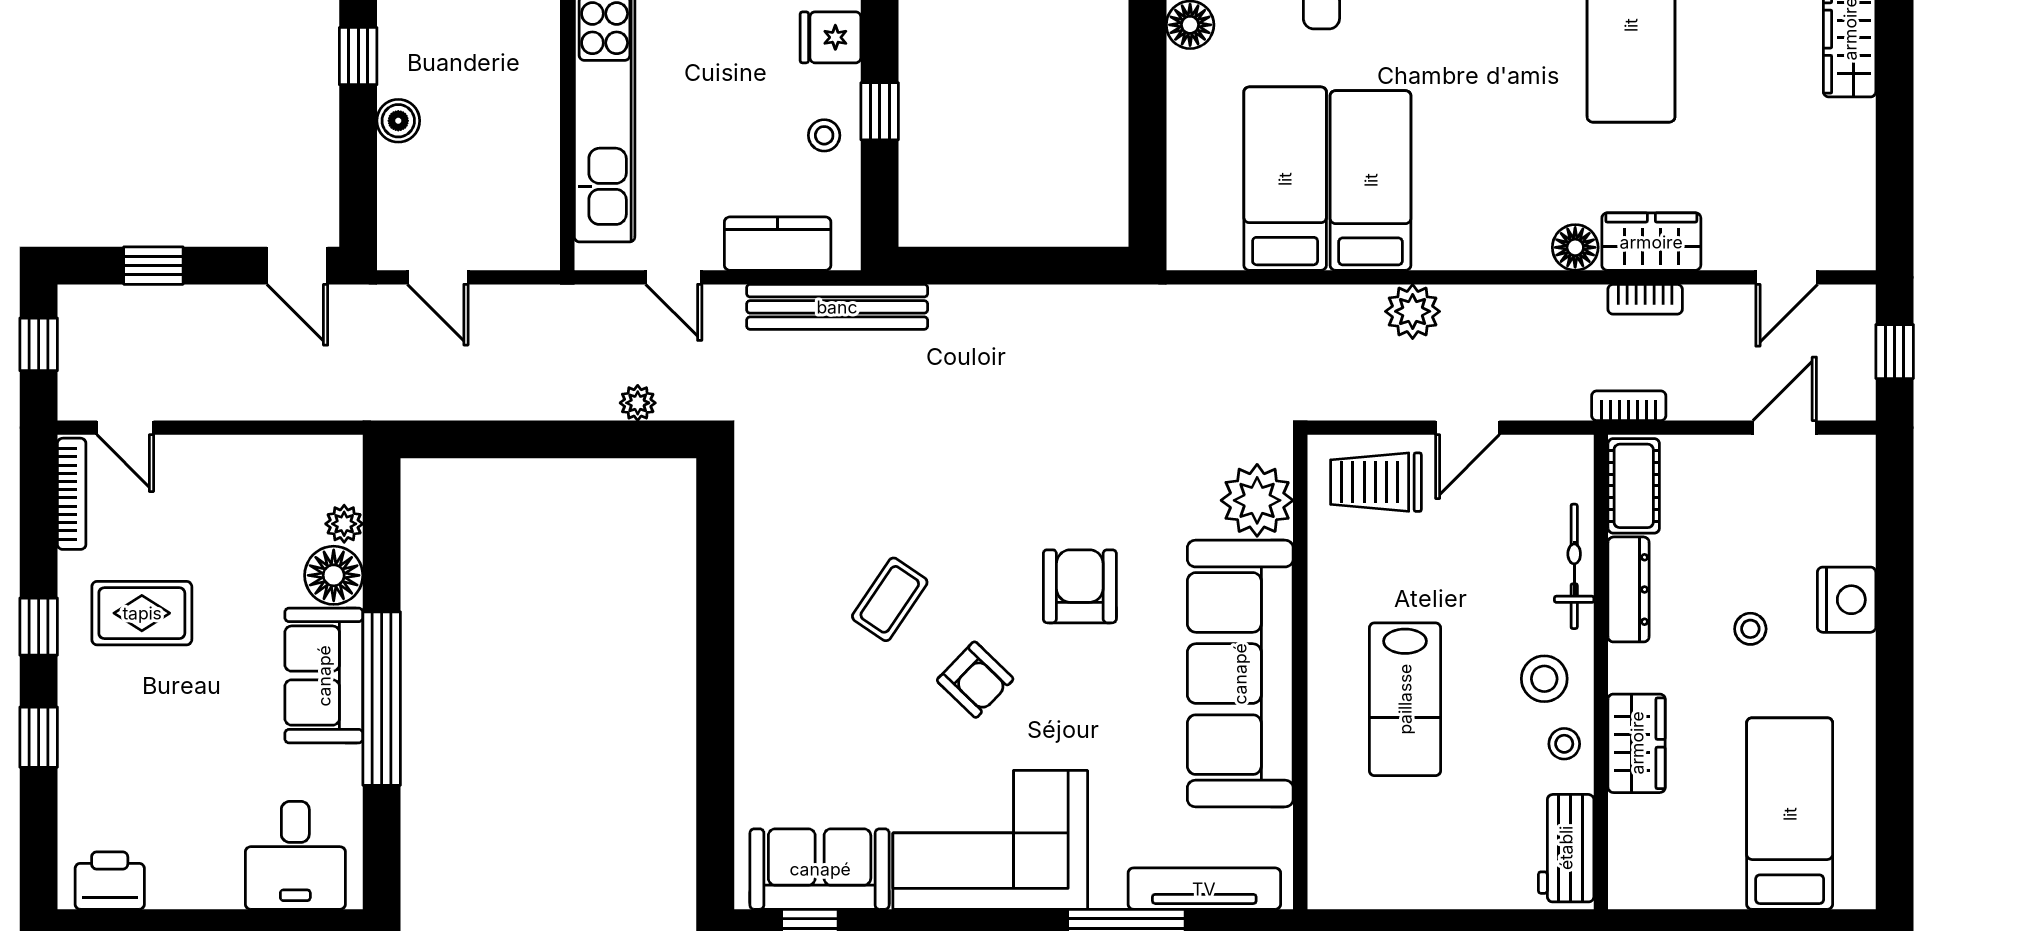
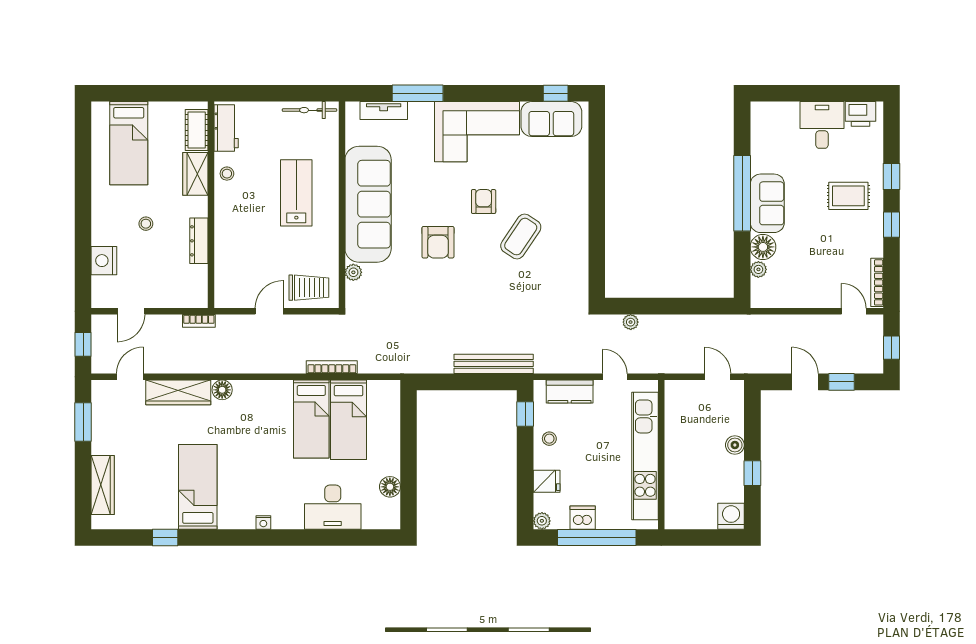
window: (880, 111) -> (525, 414), moved
window: (1895, 174) -> (83, 422), added
wardrobe: (1651, 242) -> (178, 392), width x1.50
door: (297, 266) -> (805, 382), moved
bookcase: (1645, 299) -> (332, 367), moved, width x1.56
bench: (837, 307) -> (494, 364), moved
plant: (1413, 311) -> (293, 362), removed
cot: (1634, 486) -> (197, 130), moved
plant: (1257, 500) -> (353, 272), width x0.53, depth x0.53
bicycle: (1574, 566) -> (309, 110), moved, turned 90
coffee table: (890, 599) -> (521, 237), width x1.36, depth x1.30
nightstand: (1847, 600) -> (104, 261), moved
rug: (142, 613) -> (848, 196), moved
stool: (1544, 679) -> (236, 202), removed
armchair: (975, 680) -> (484, 202), turned 46
desk: (295, 855) -> (822, 125), moved
tv unit: (1204, 889) -> (384, 110), width x0.71

